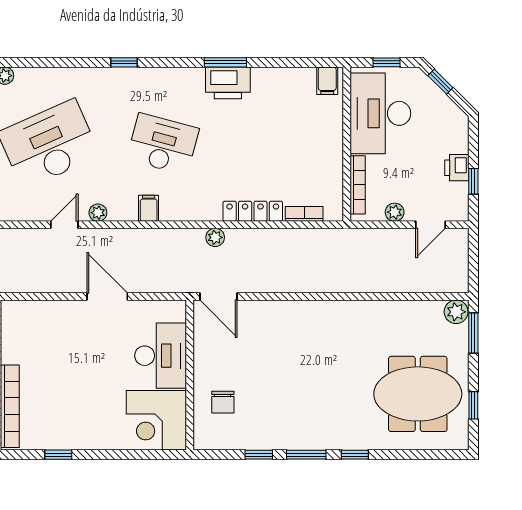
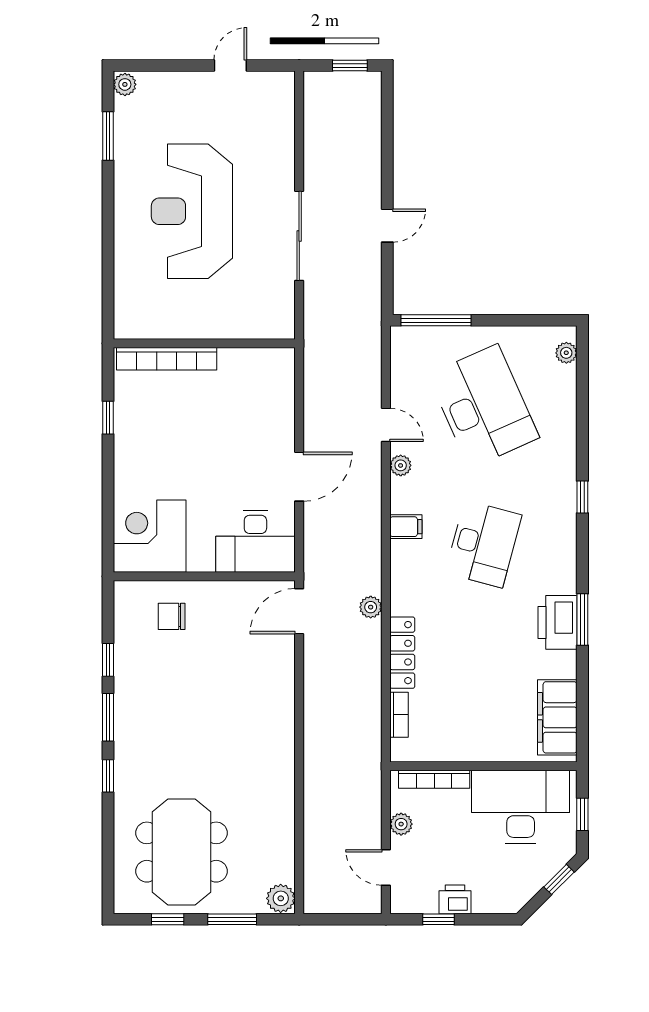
filing cabinet: (327, 81) -> (557, 717), width x3.00, depth x1.17
window: (473, 333) -> (232, 919), moved
desk: (161, 356) -> (255, 541), moved

